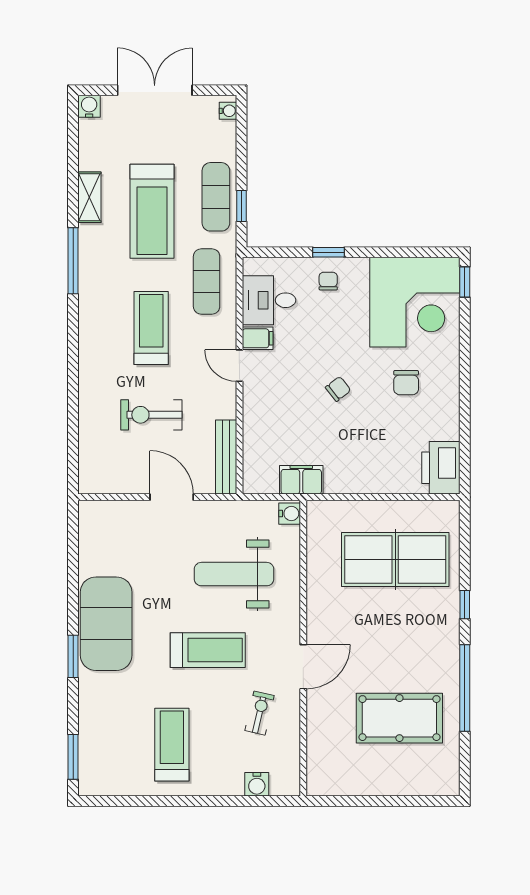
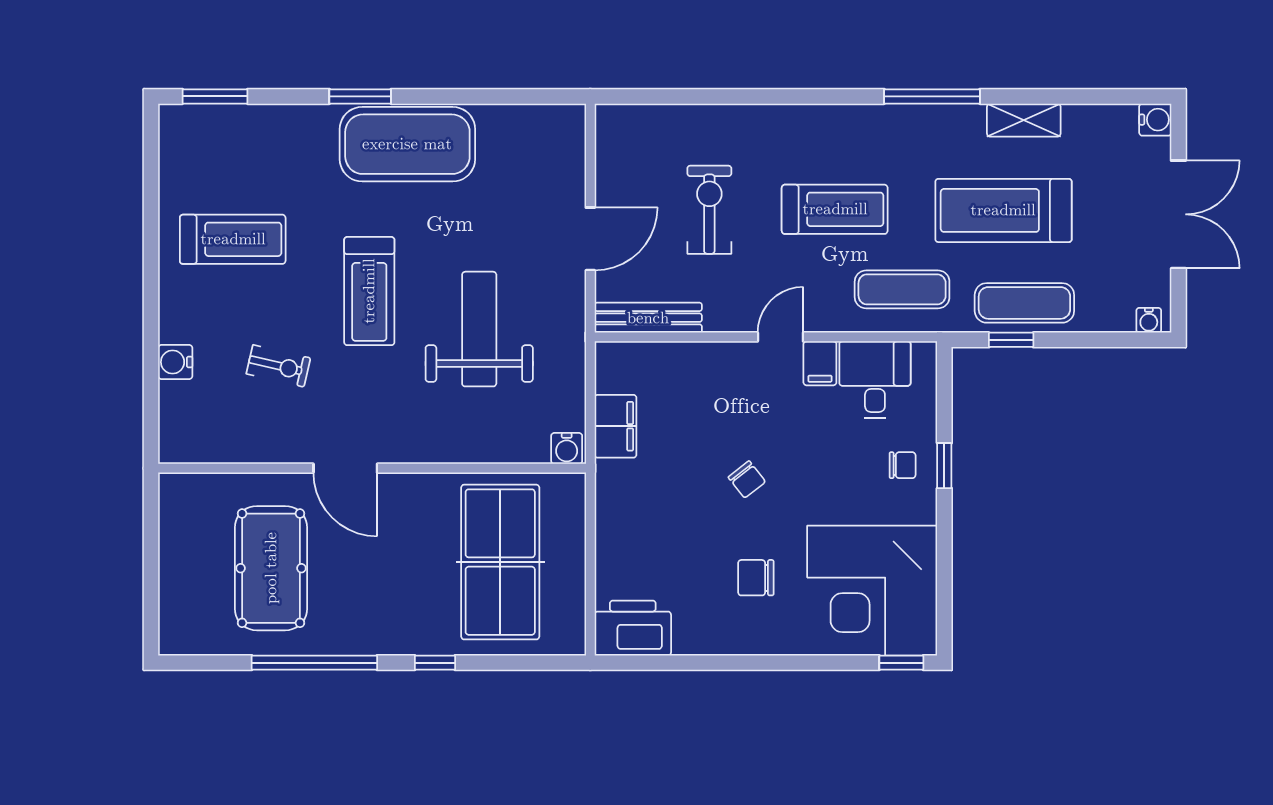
water cooler: (290, 514) -> (567, 448), moved
wall: (303, 648) -> (372, 468), moved
door: (303, 667) -> (345, 468), moved

